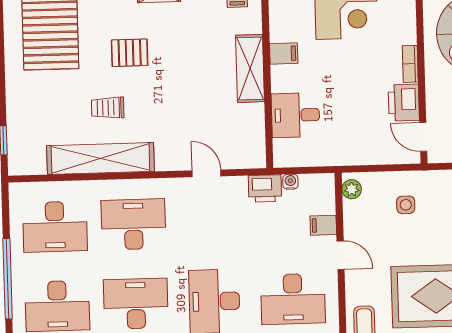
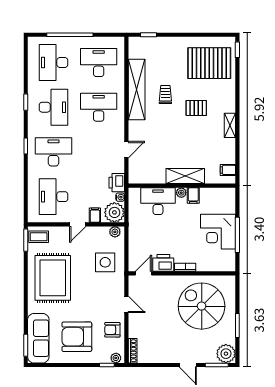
pallet: (130, 53) -> (196, 108), turned 90
plant: (279, 75) -> (181, 193), added
desk: (295, 115) -> (158, 201), width x1.37
plant: (318, 191) -> (114, 212), added
side table: (406, 205) -> (105, 262), width x1.87, depth x1.87
desk: (133, 224) -> (99, 107), turned -90
desk: (55, 227) -> (99, 63), turned 90

